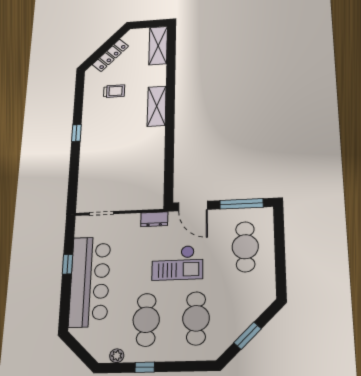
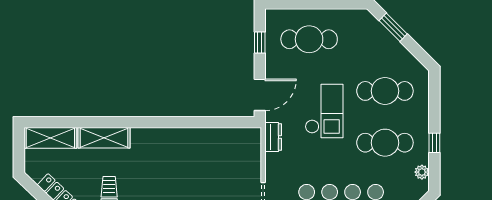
shelving: (157, 106) -> (104, 138), moved
window: (241, 204) -> (260, 42), width x0.46
window: (247, 336) -> (393, 27), moved

